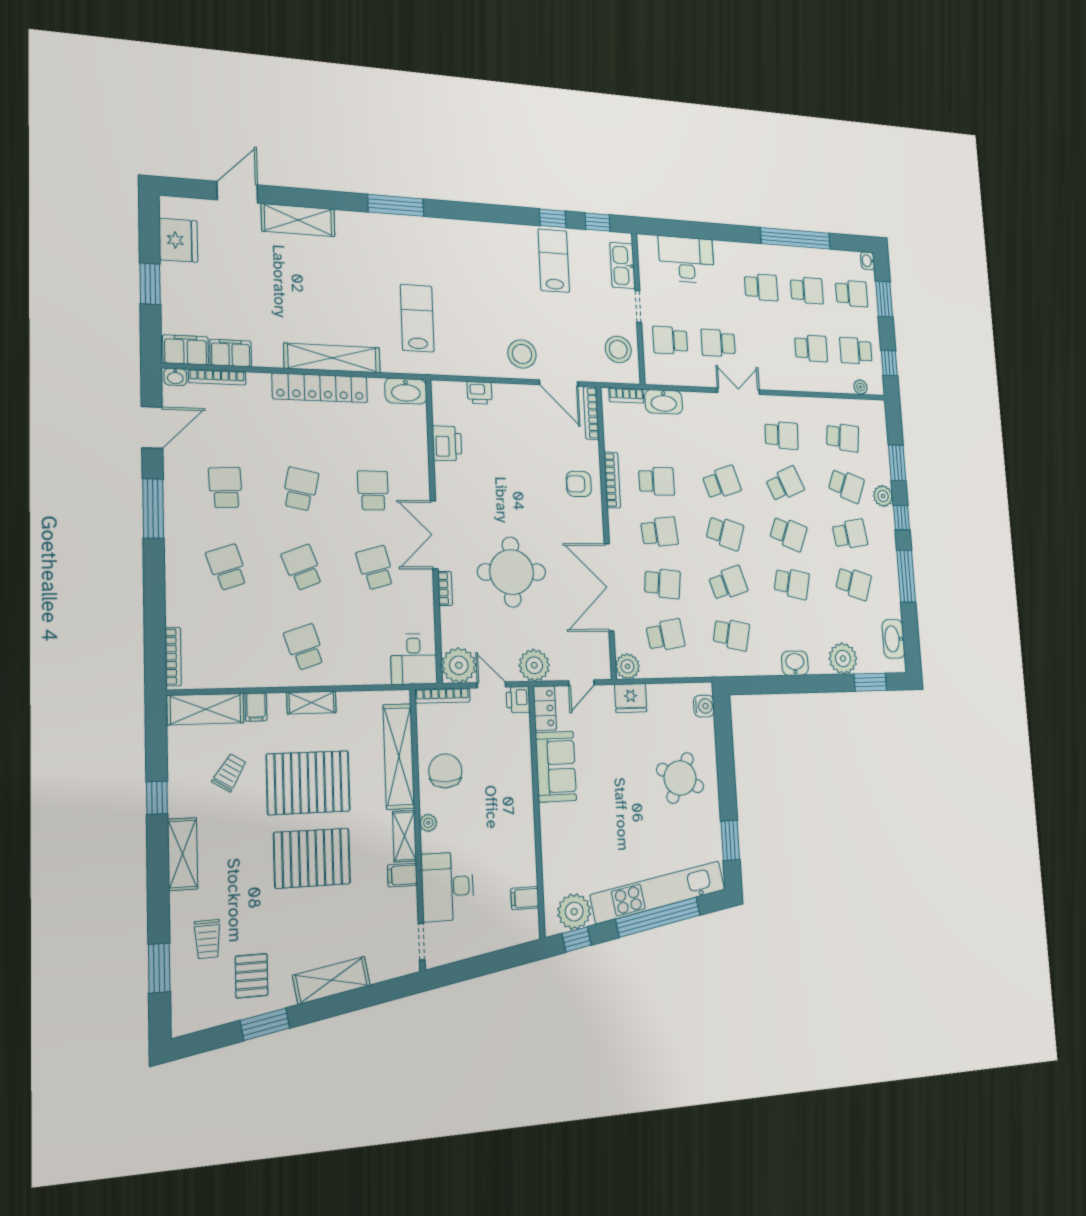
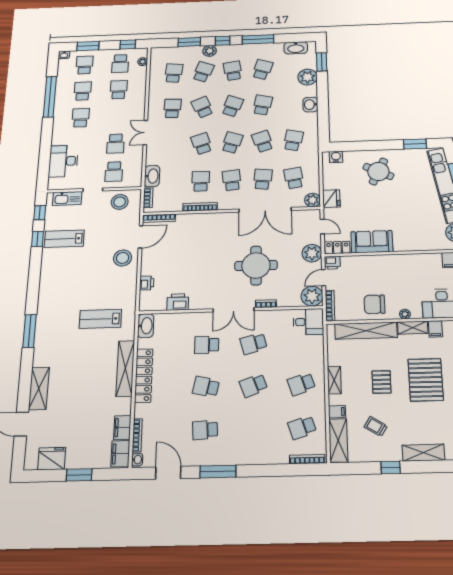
armchair: (579, 484) -> (202, 226), removed
school desk: (227, 567) -> (302, 427), moved
pallet: (308, 783) -> (381, 382), width x0.49, depth x0.50

